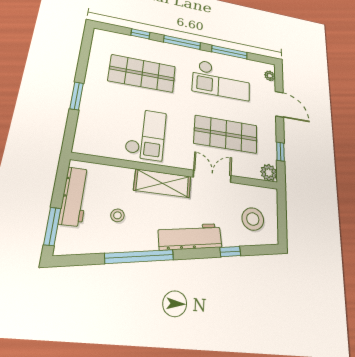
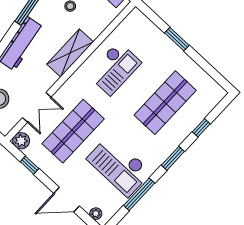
window: (182, 42) -> (173, 158), width x0.69
checkout: (221, 80) -> (119, 165), turned -90
checkout: (146, 134) -> (114, 68), turned -90
double door: (212, 176) -> (37, 107), moved

